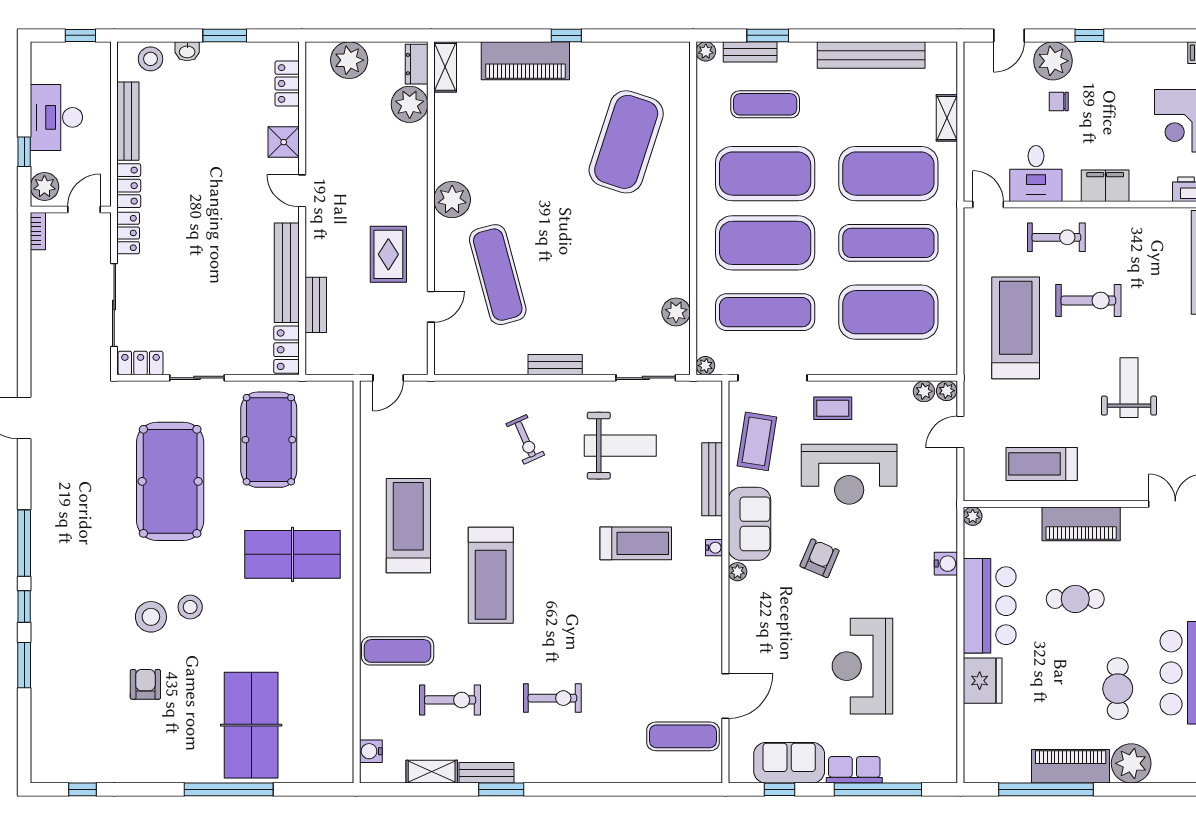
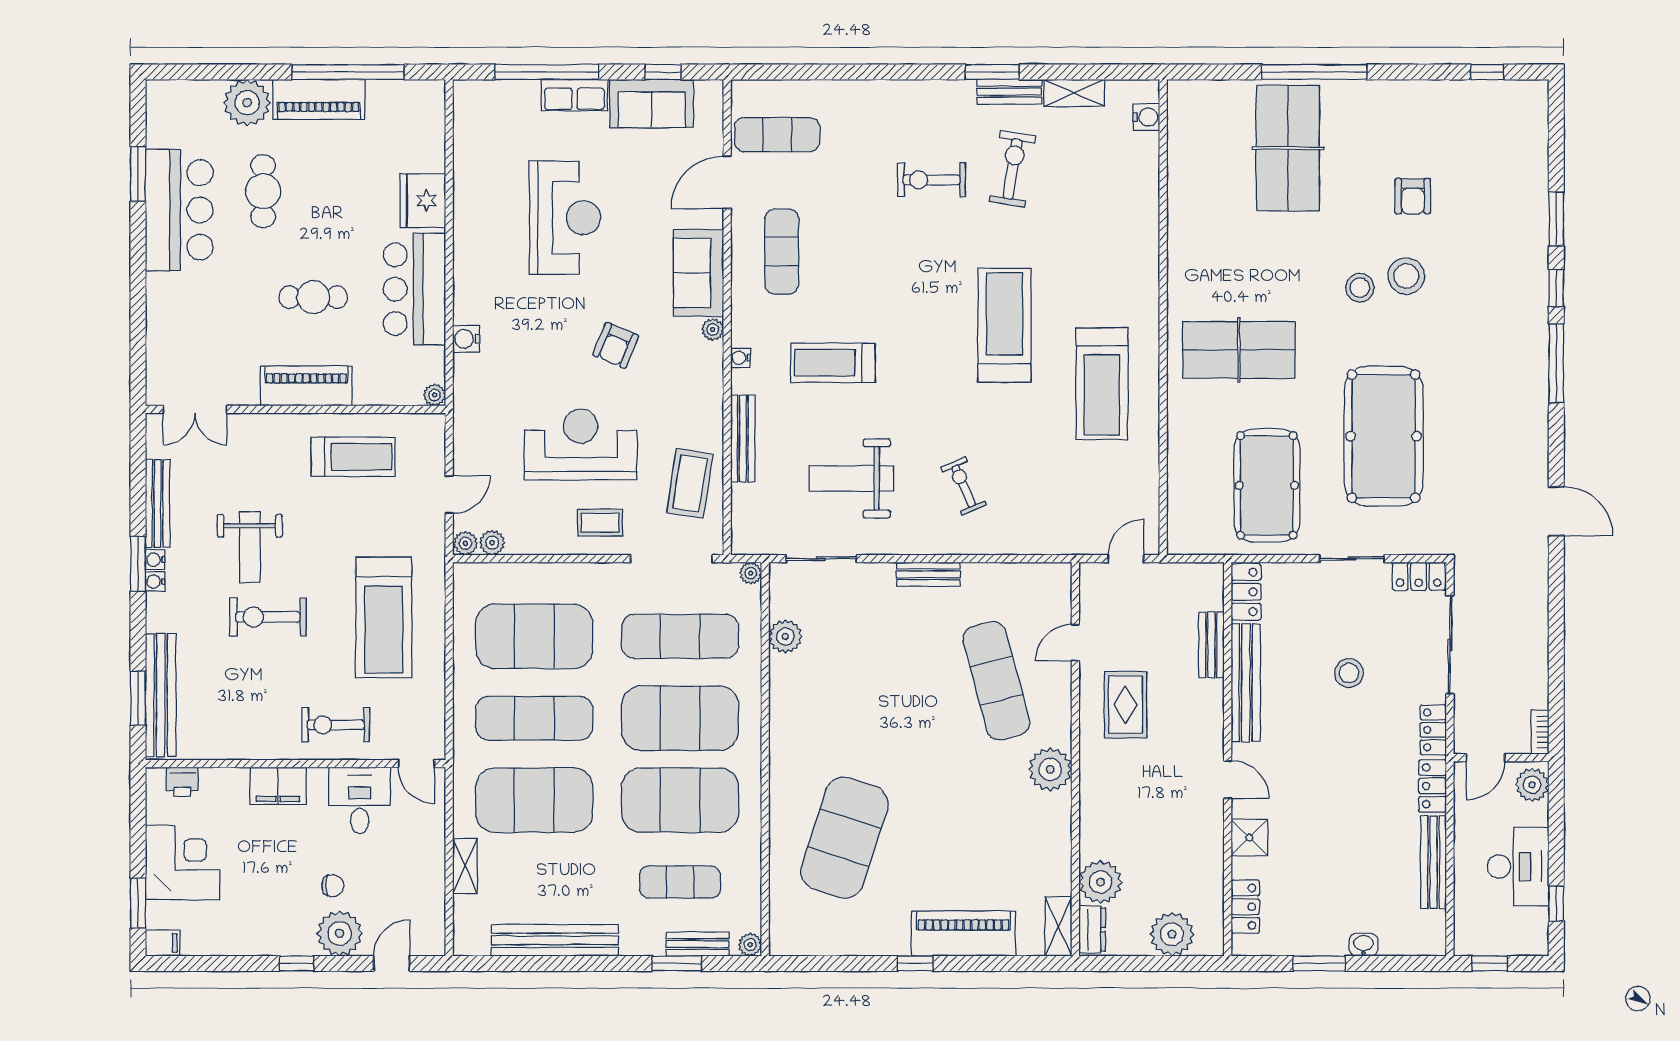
stool: (150, 59) -> (1349, 673), moved
window: (24, 152) -> (1556, 904), moved
exercise bike: (1088, 300) -> (268, 617), moved
sofa: (749, 524) -> (699, 273), moved
exercise mat: (398, 651) -> (782, 251), moved, turned 90
exercise bike: (450, 700) -> (1013, 169), moved, turned 99

